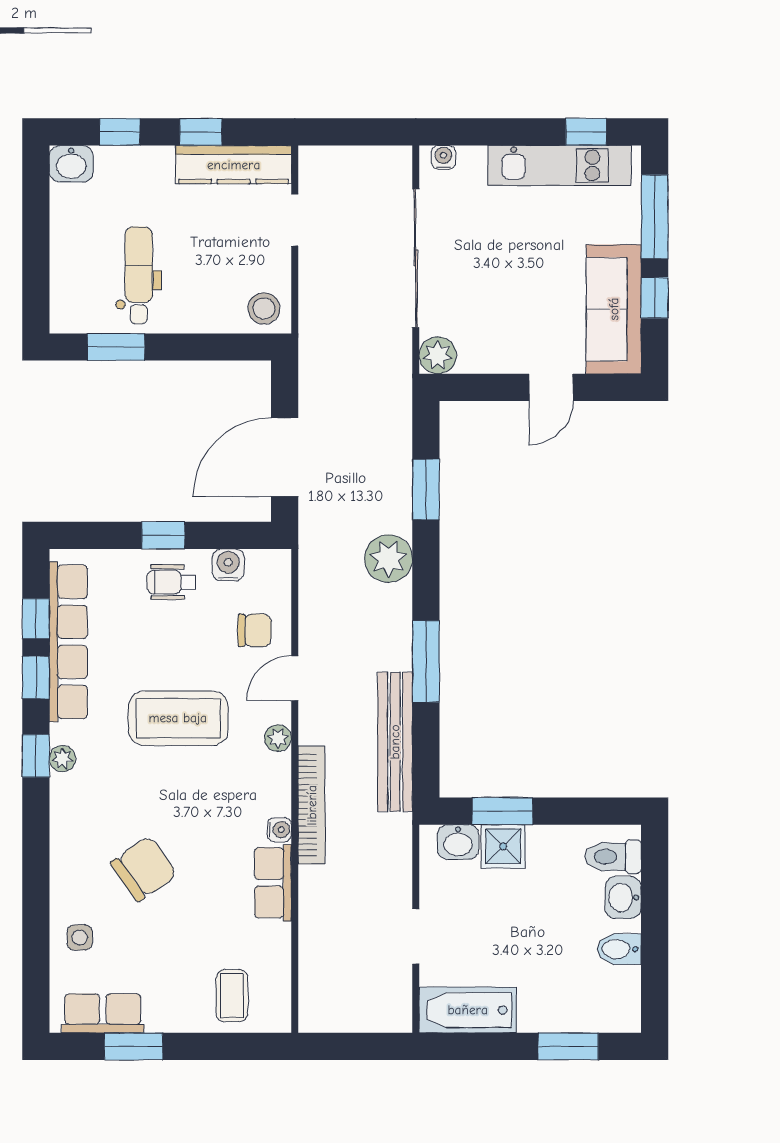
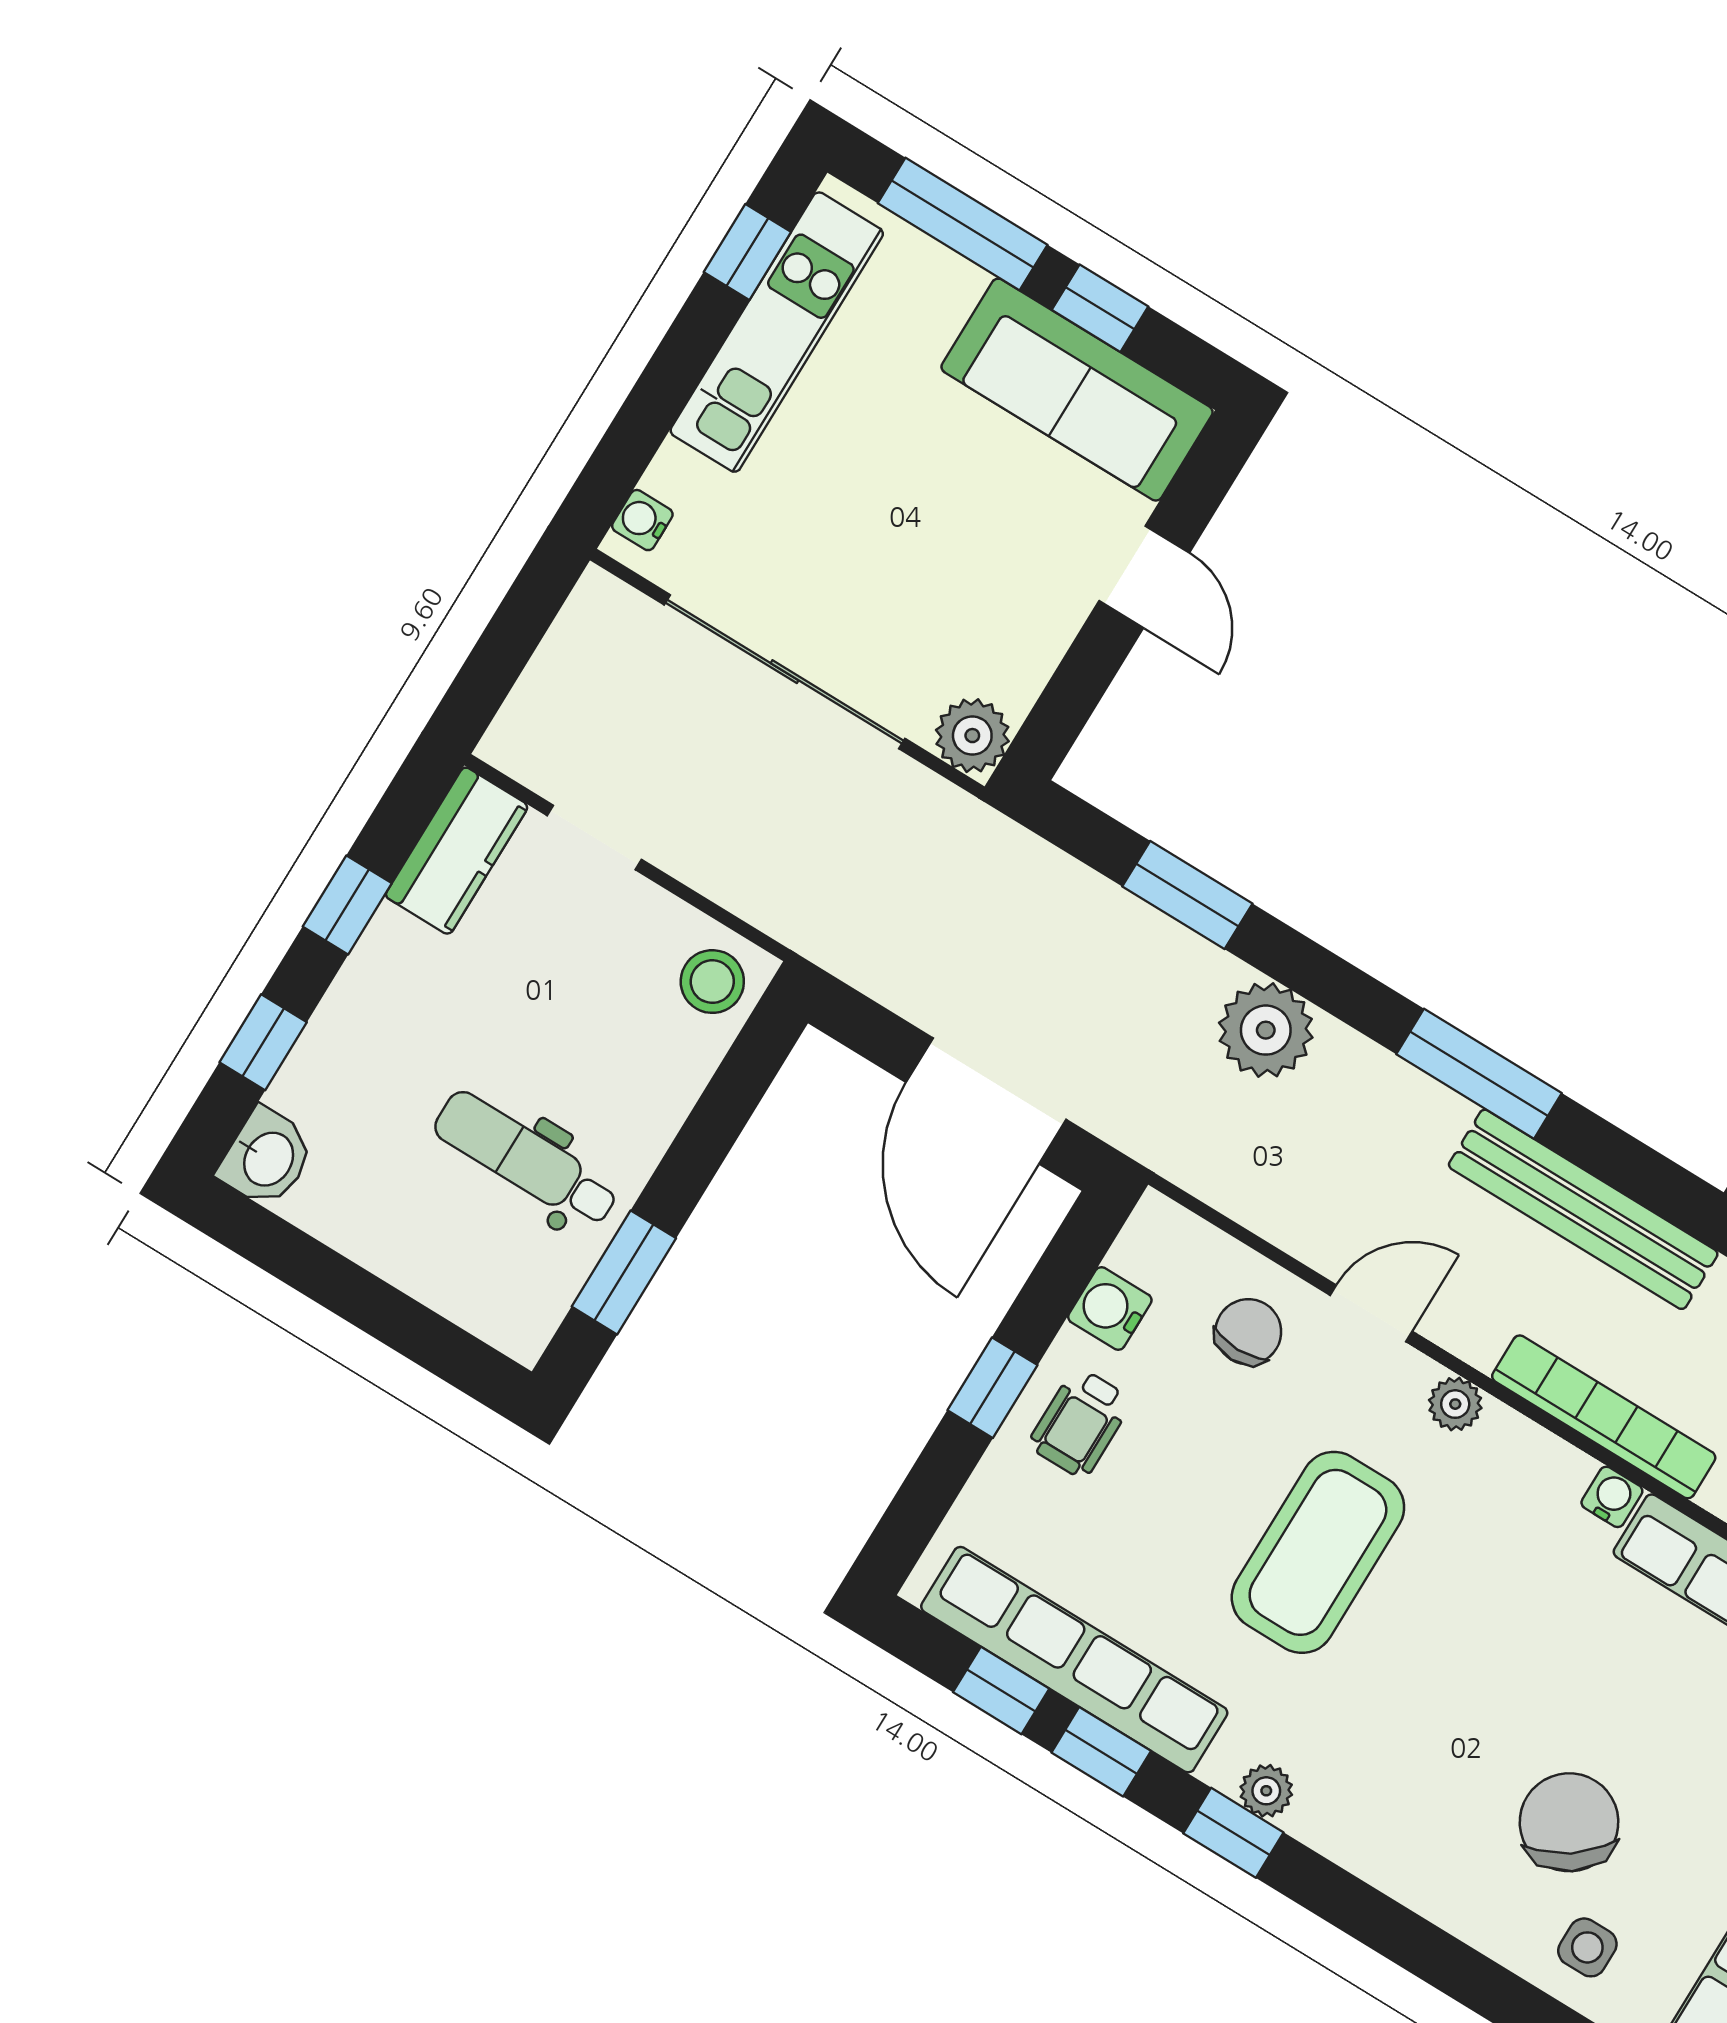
kitchen counter: (234, 165) -> (457, 851), width x0.67
door: (295, 678) -> (1371, 1313), swing flipped
chair: (144, 869) -> (1569, 1822), moved

